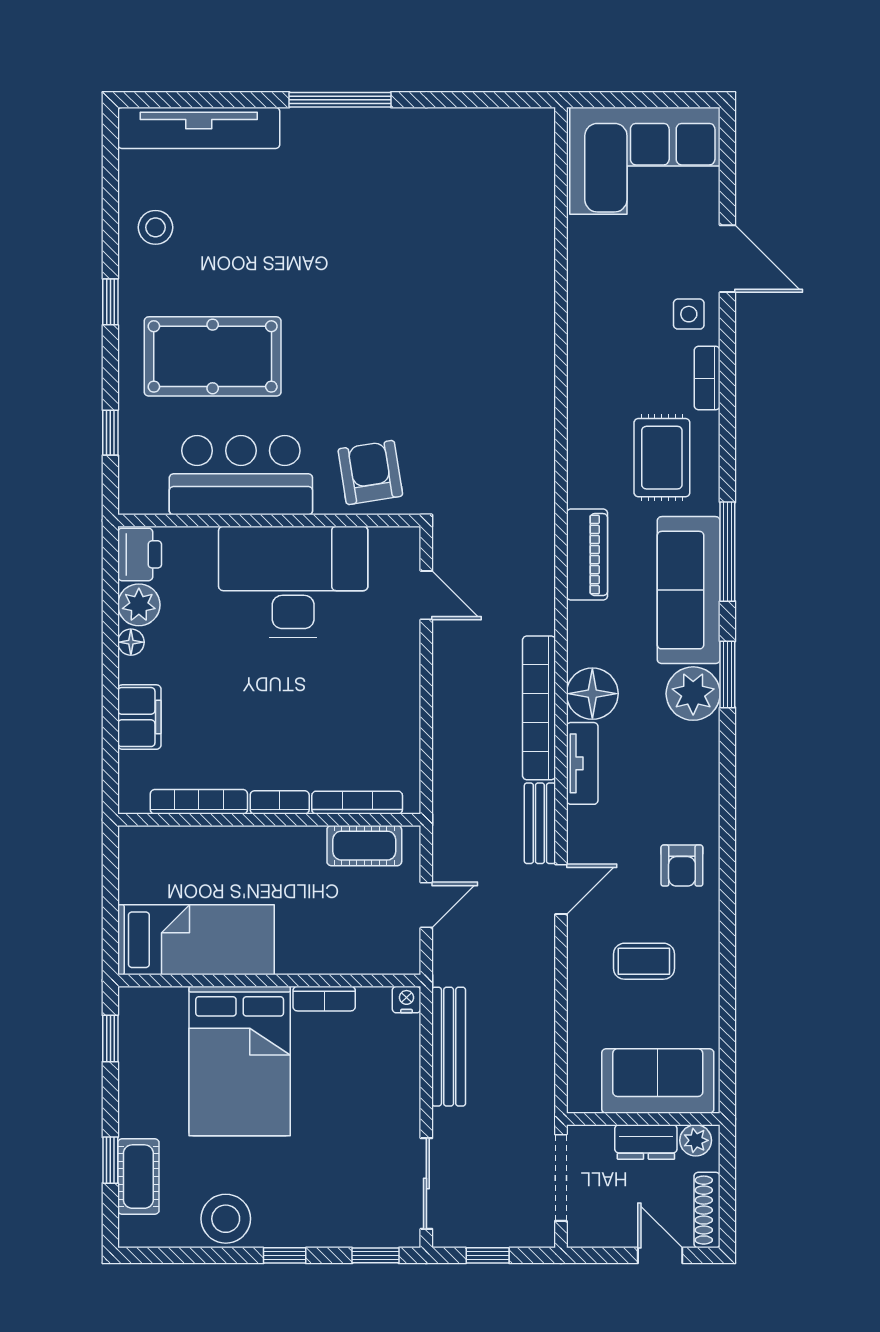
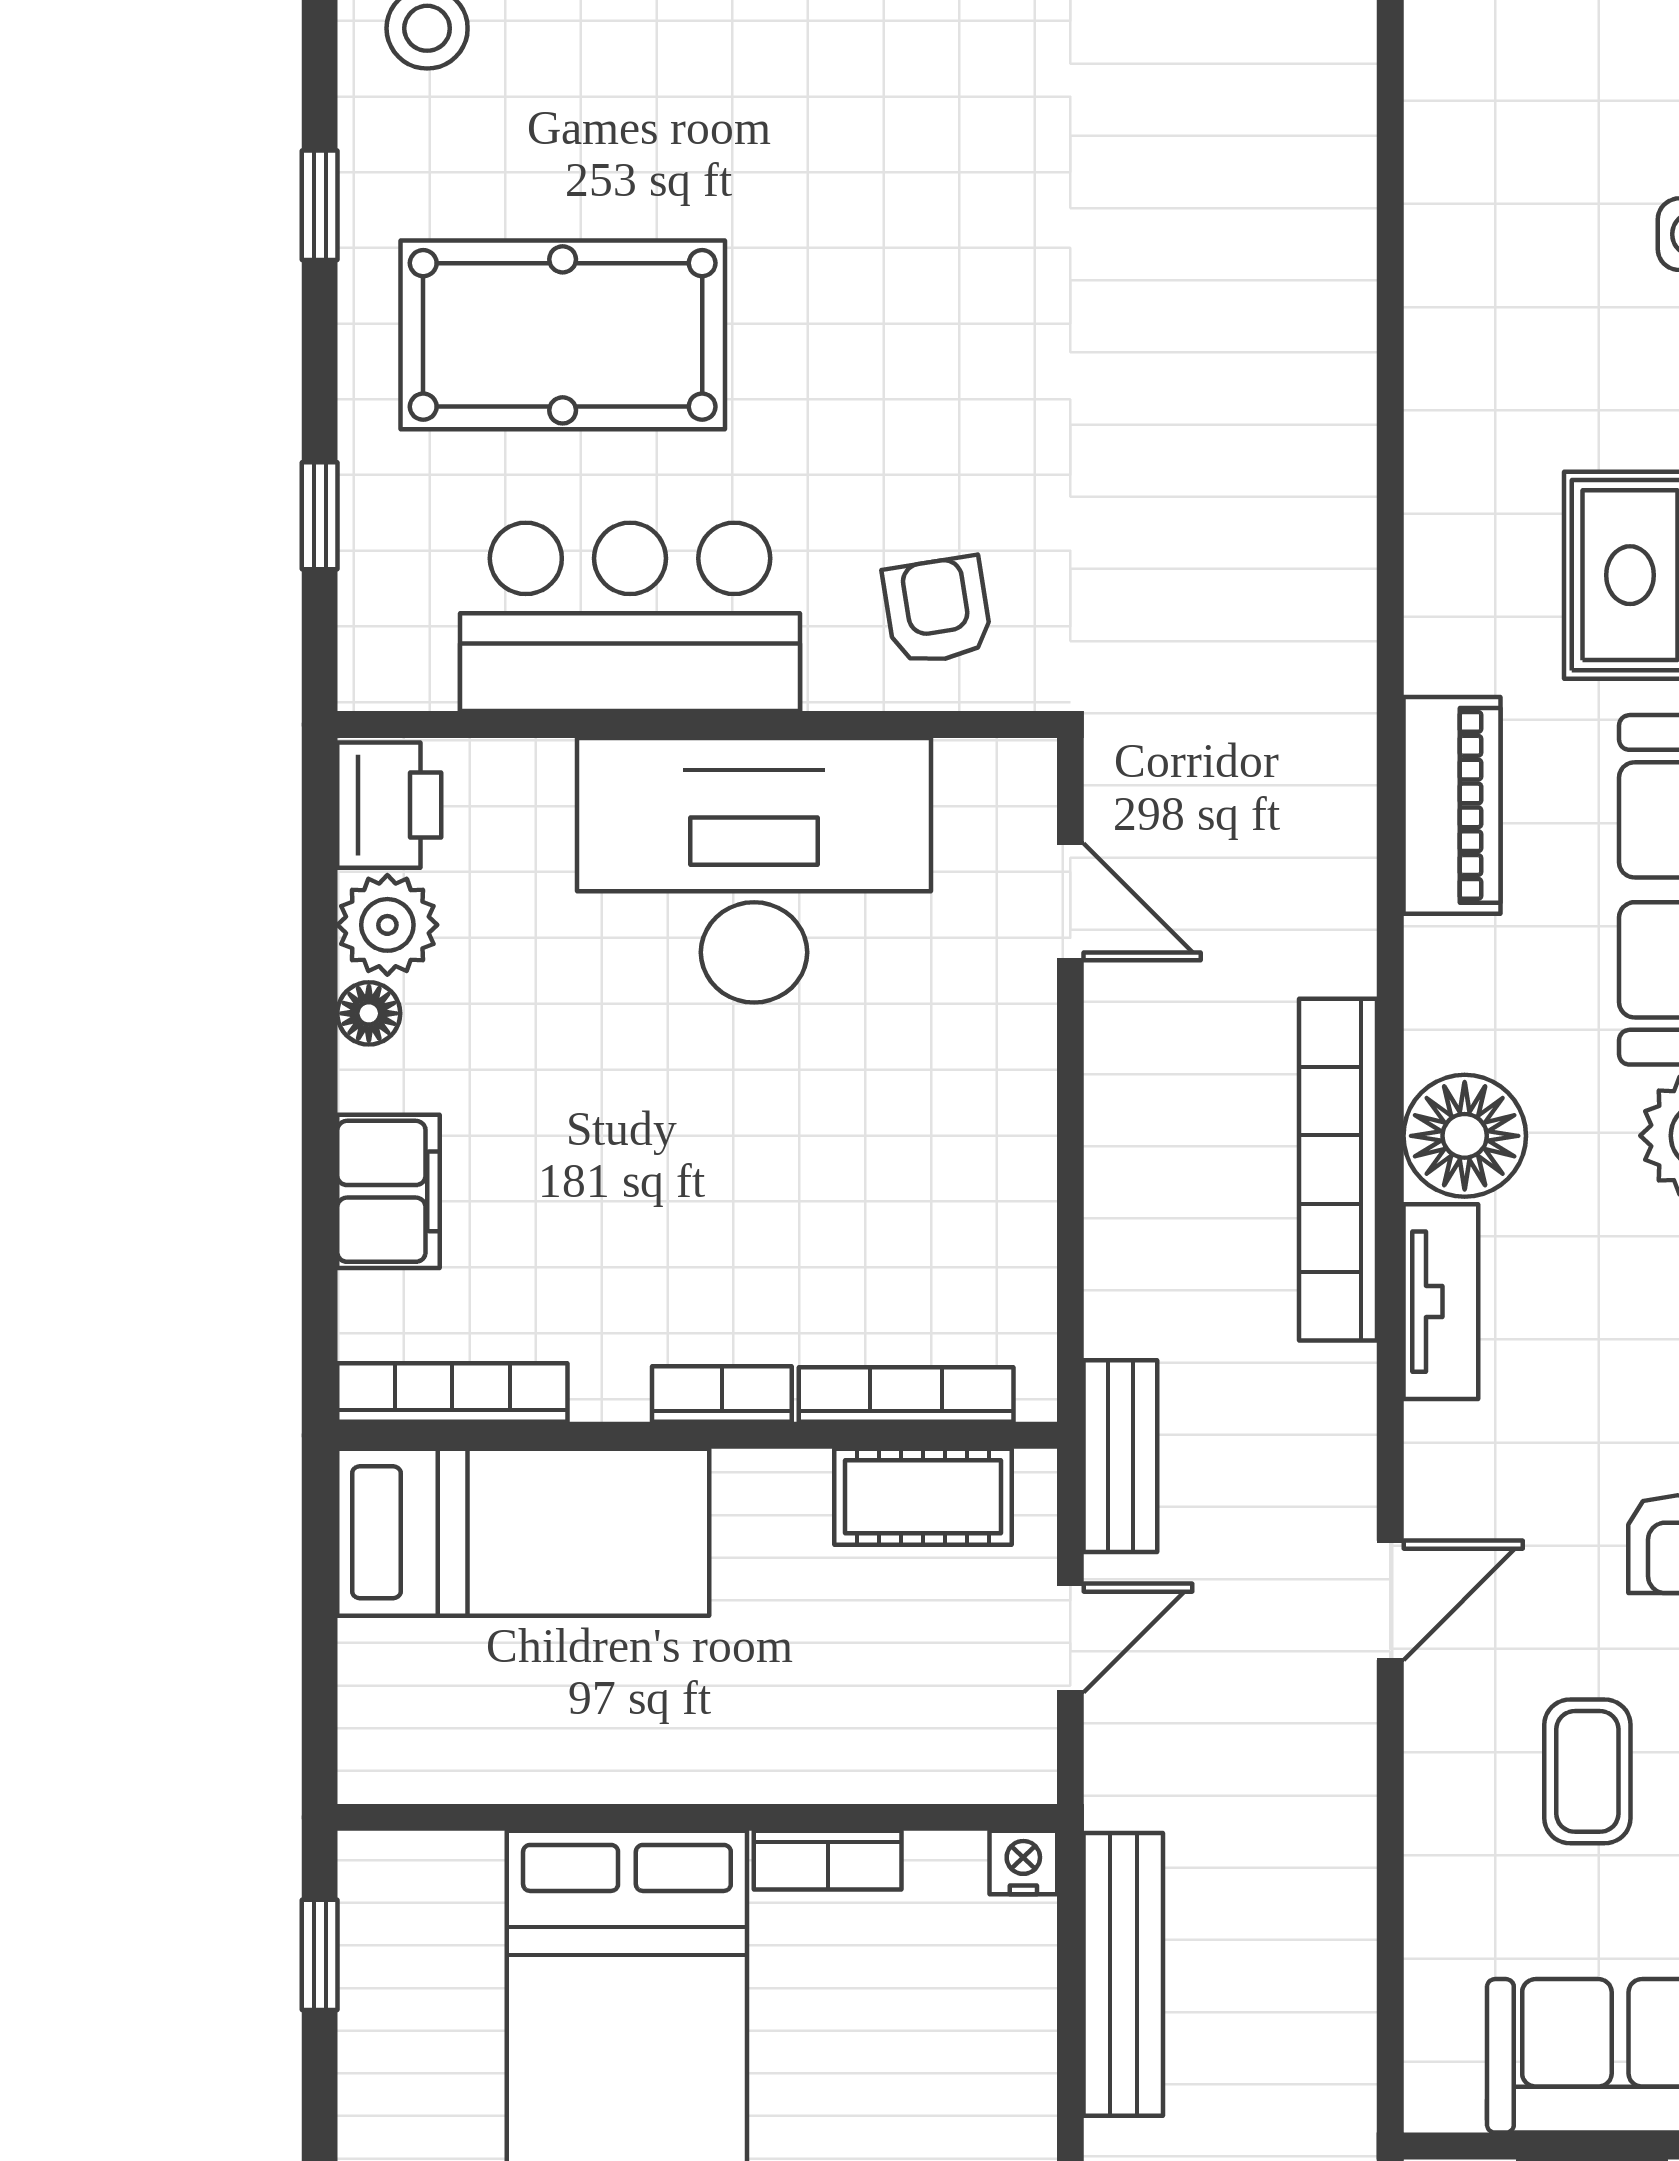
armchair: (370, 472) -> (937, 610), width x0.72, depth x0.72
bookcase: (199, 802) -> (452, 1393), moved
bench: (540, 823) -> (1120, 1456), moved
bed: (196, 940) -> (523, 1532), moved
coffee table: (644, 961) -> (1587, 1771), turned 90

